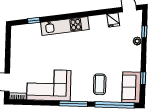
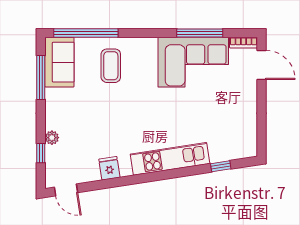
fridge: (113, 20) -> (109, 168), moved
window: (143, 78) -> (41, 78), width x2.17
window: (73, 104) -> (200, 33), moved

